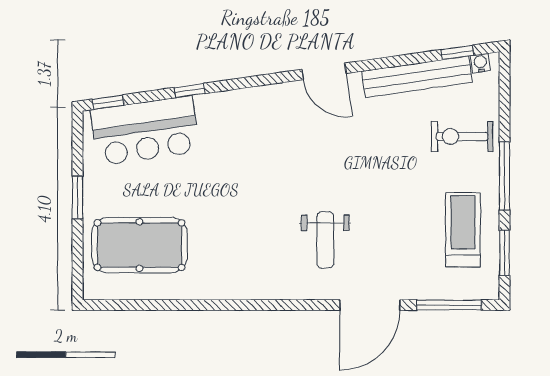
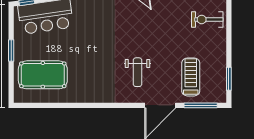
window: (504, 176) -> (229, 40), removed
treadmill: (463, 230) -> (191, 77), moved

